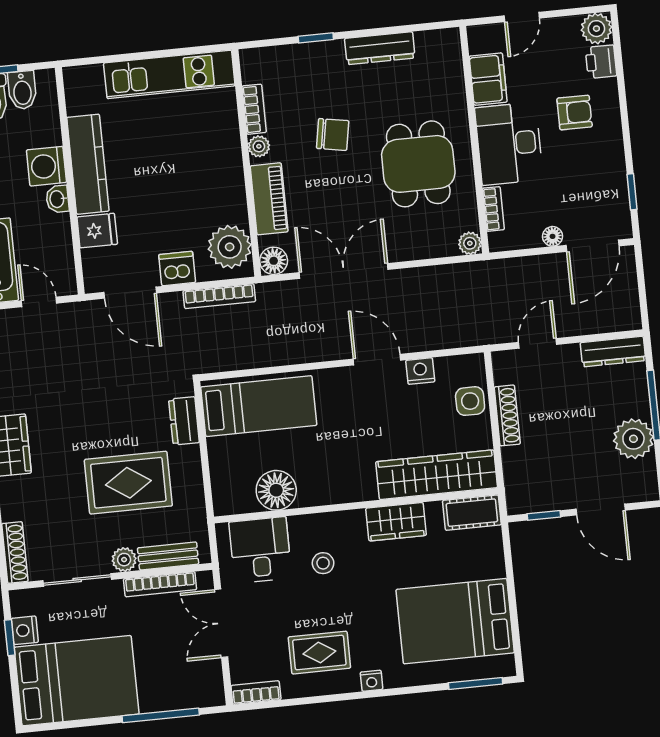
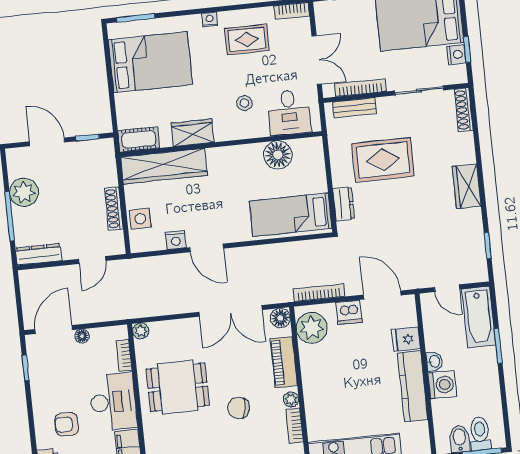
dining table: (418, 164) -> (178, 387), turned 90
plant: (124, 560) -> (386, 105), removed

